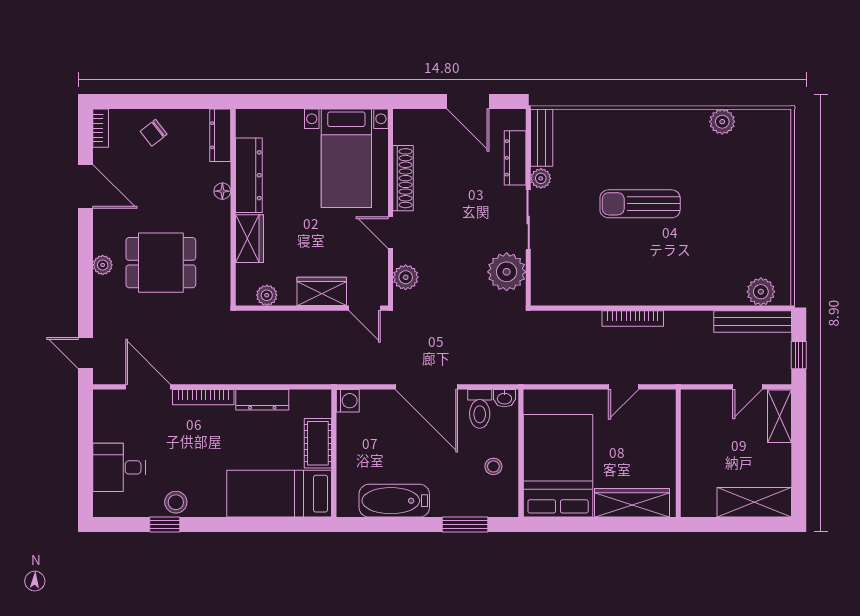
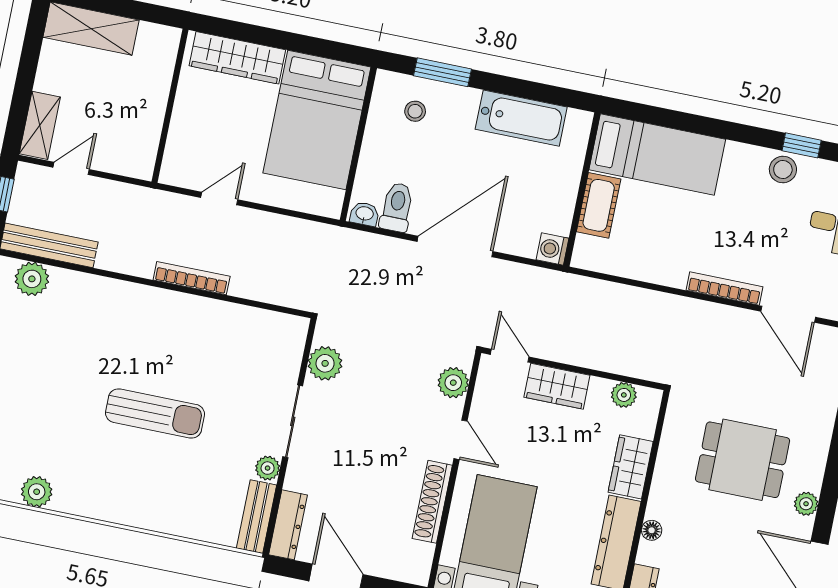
dresser: (515, 158) -> (288, 525), moved
plant: (103, 265) -> (806, 504), moved
plant: (507, 272) -> (325, 363), width x0.73, depth x0.73
door: (426, 387) -> (455, 246), hinge flipped
dresser: (262, 400) -> (655, 271), removed
stool: (493, 466) -> (415, 111), moved

